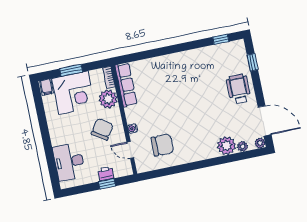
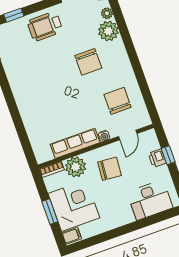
row of seats: (126, 85) -> (75, 143), moved
chair: (201, 124) -> (88, 62), added
chair: (102, 129) -> (109, 169), turned 152

